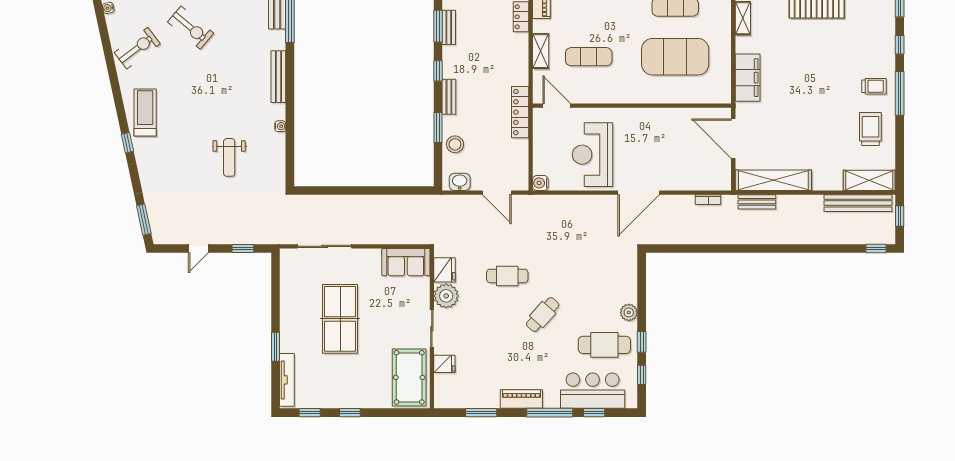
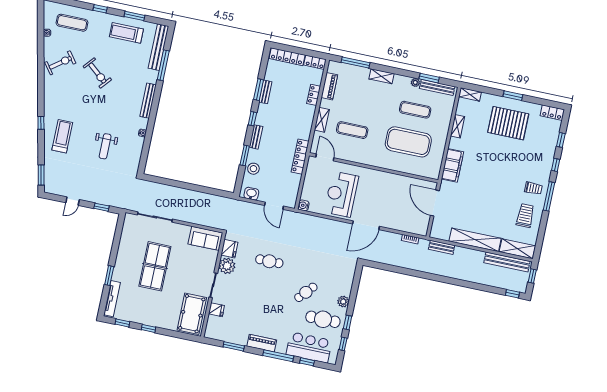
exercise bike: (191, 28) -> (97, 73), moved
treadmill: (145, 112) -> (62, 136), moved
shelving: (773, 180) -> (475, 240), moved
cafe table: (543, 315) -> (306, 292), moved

